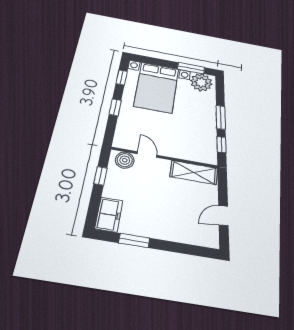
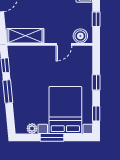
window: (191, 68) -> (52, 137), moved
plant: (201, 82) -> (32, 128), width x0.53, depth x0.53
door: (147, 154) -> (64, 44), hinge flipped

